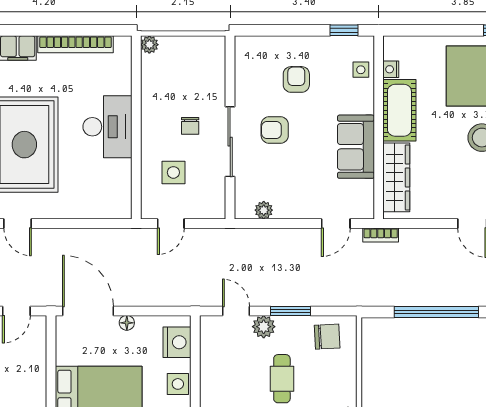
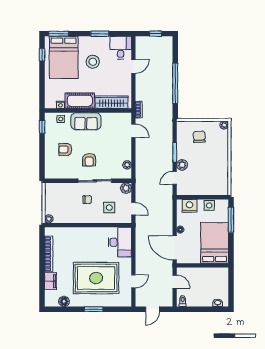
desk: (107, 127) -> (120, 242), moved, turned 90
sofa: (356, 147) -> (86, 121), moved
plant: (215, 208) -> (126, 188), added
door: (88, 311) -> (175, 248), hinge flipped
chair: (327, 337) -> (199, 137), moved
cafe table: (282, 379) -> (207, 156), removed

